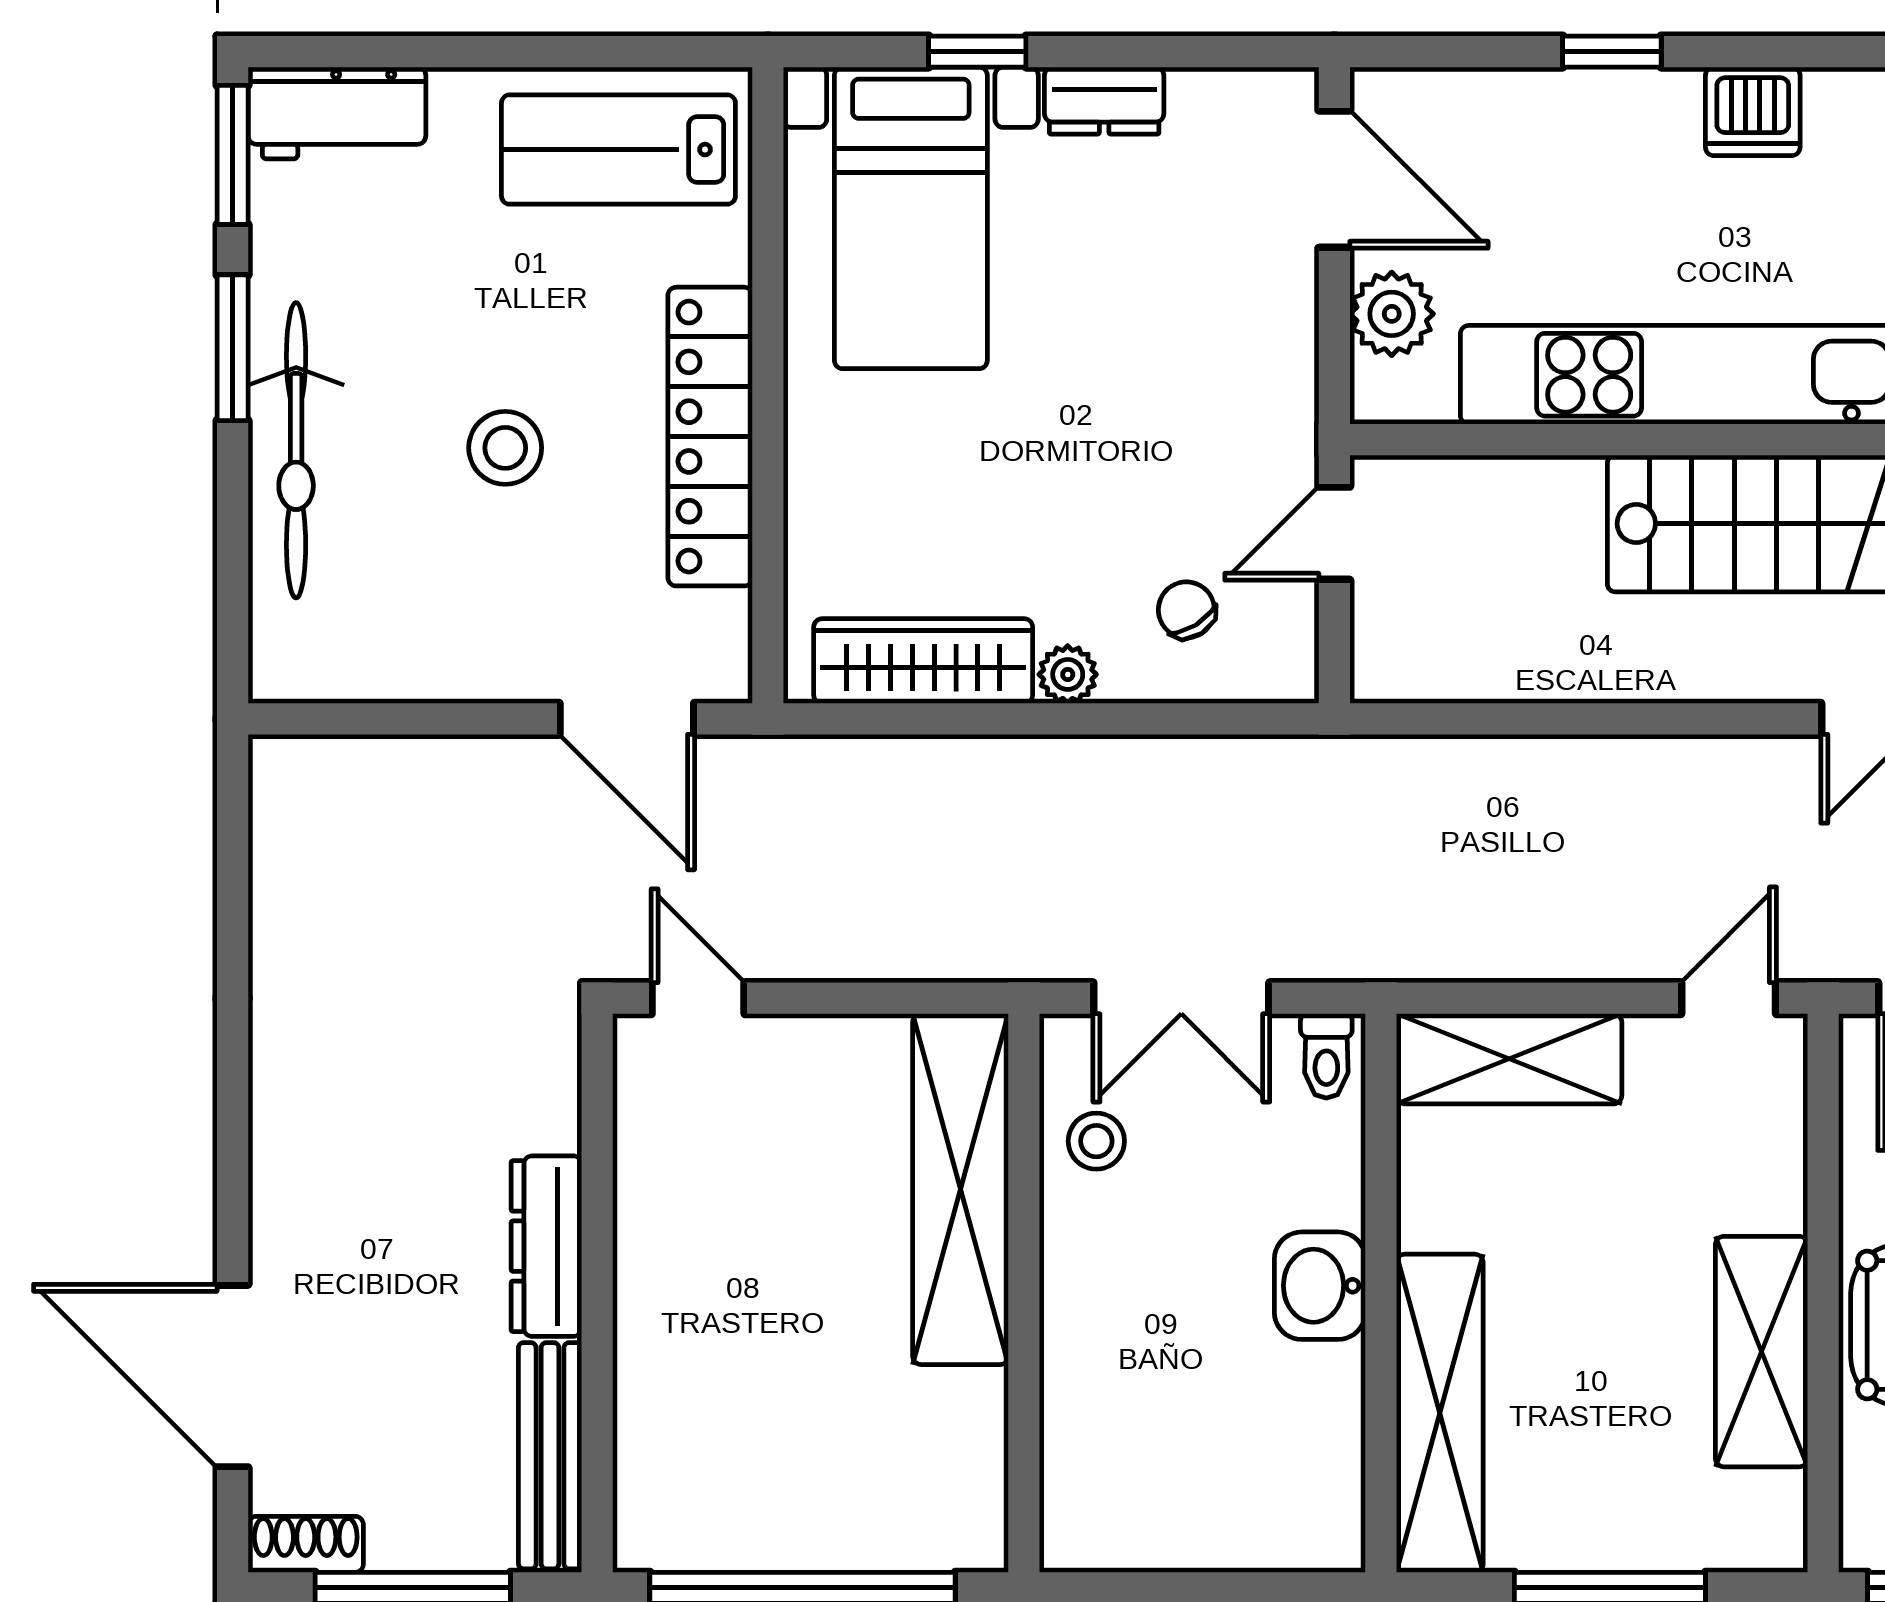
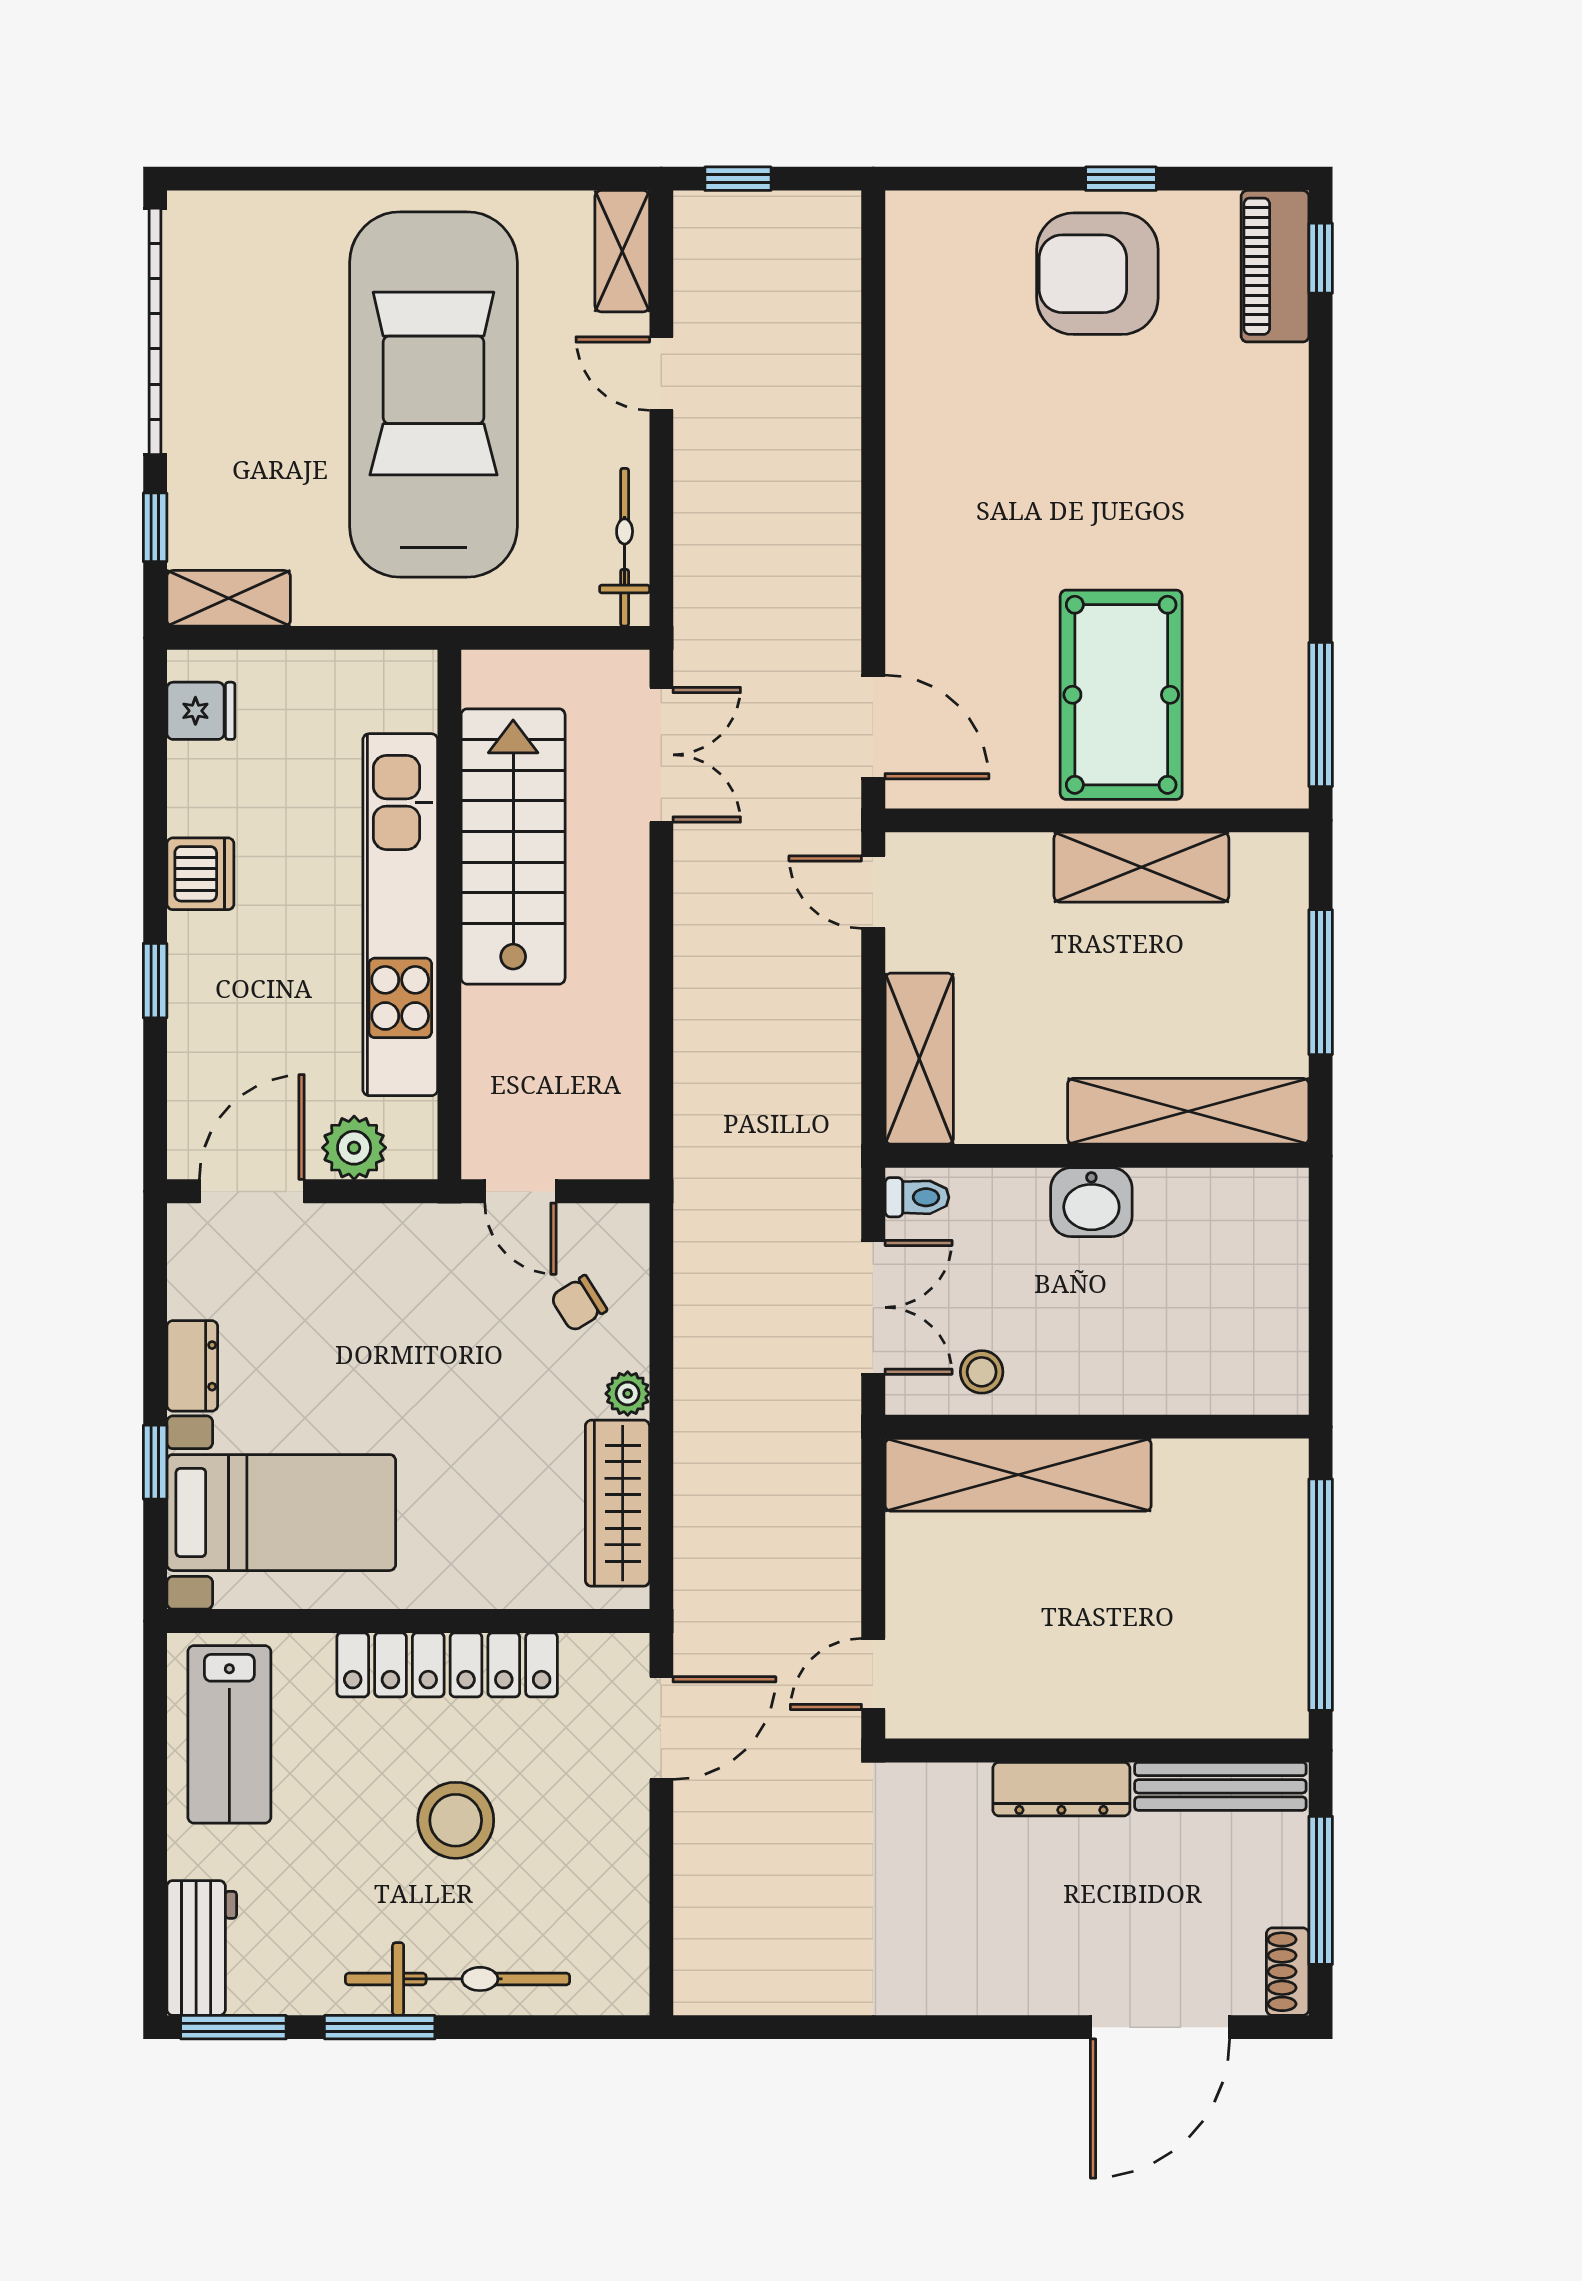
stool: (505, 448) -> (456, 1820), width x1.38, depth x1.38

